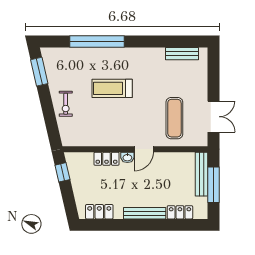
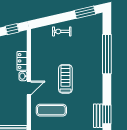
window: (180, 41) -> (107, 114), added
treadmill: (112, 88) -> (65, 79), moved
door: (144, 149) -> (29, 88), swing flipped

